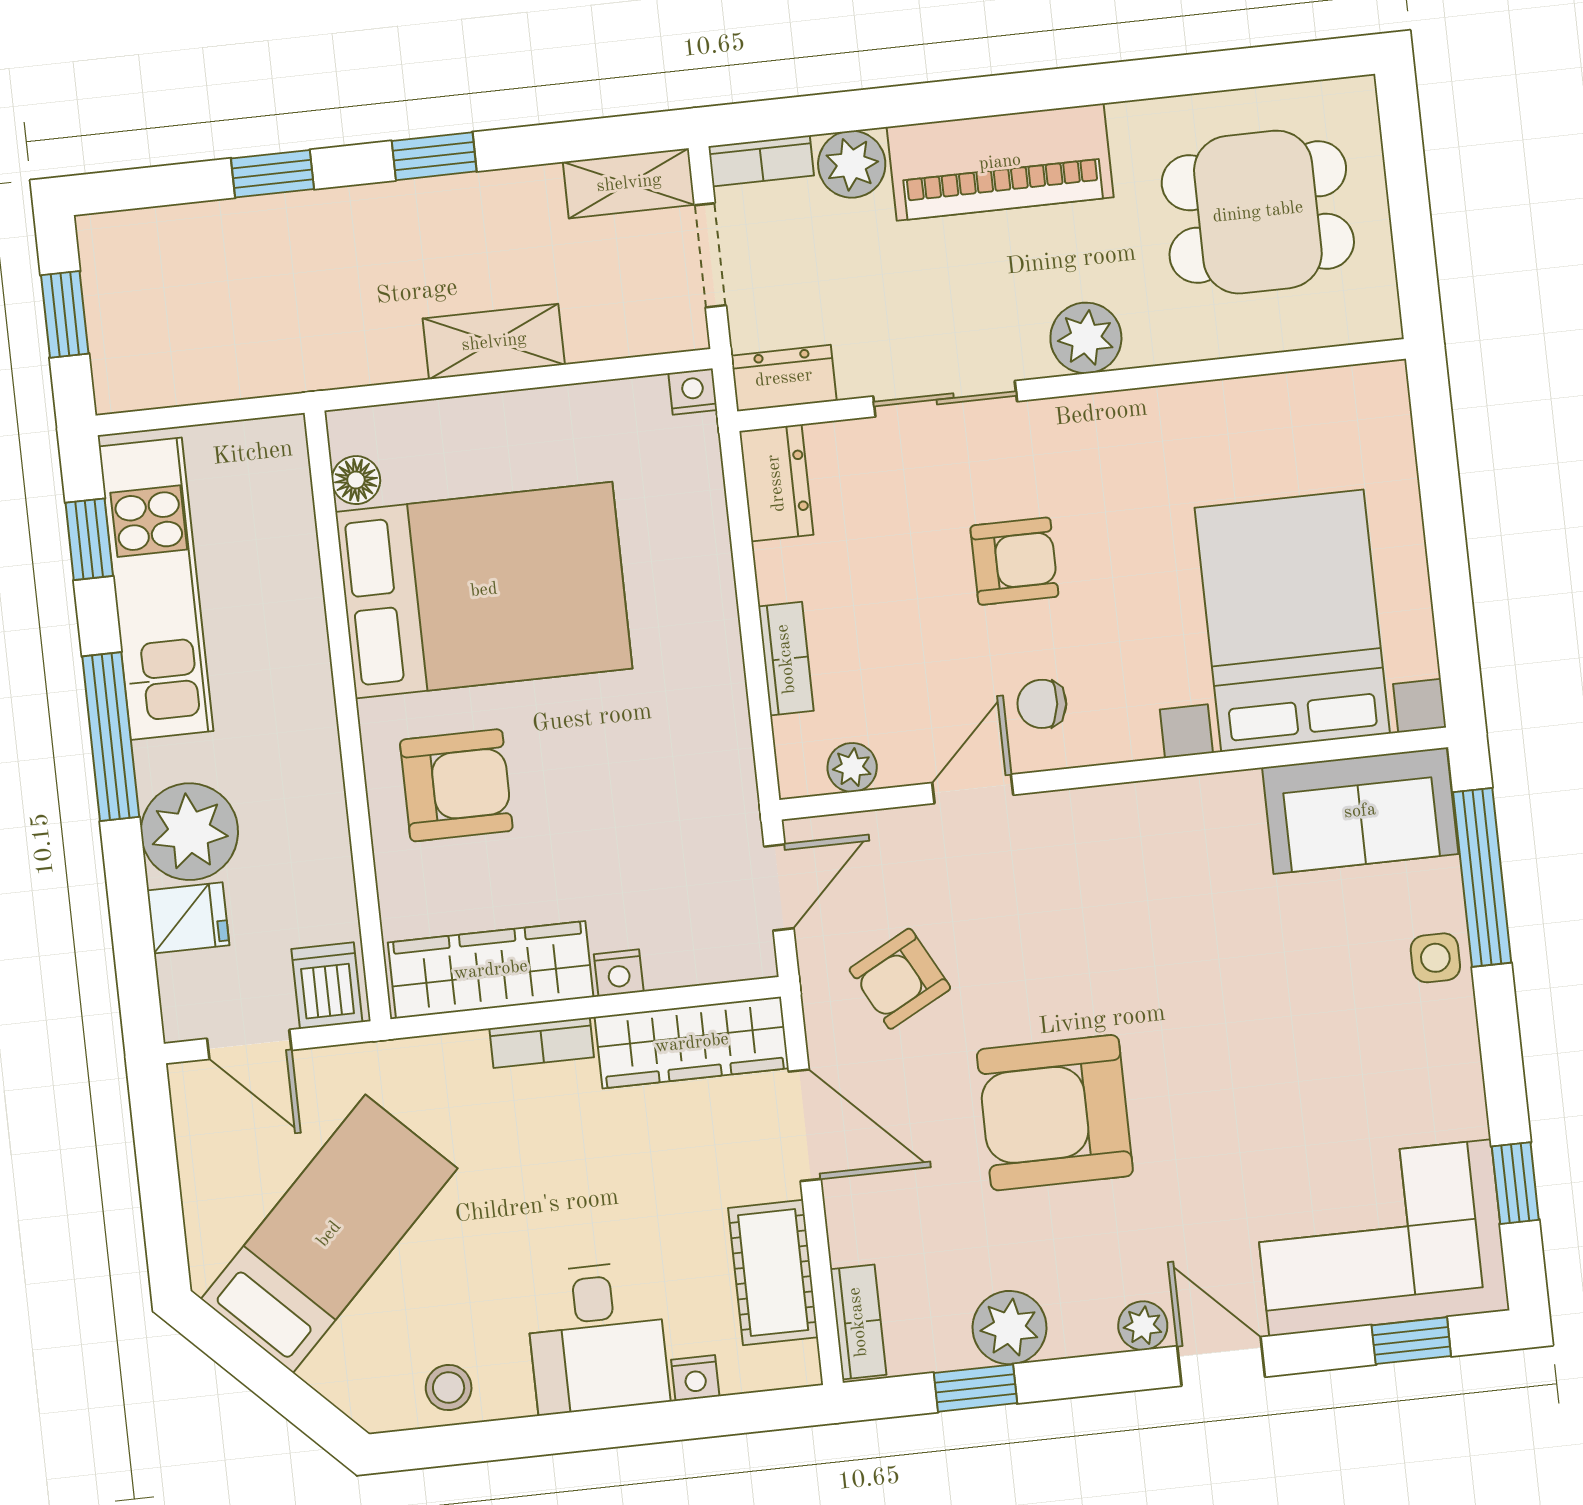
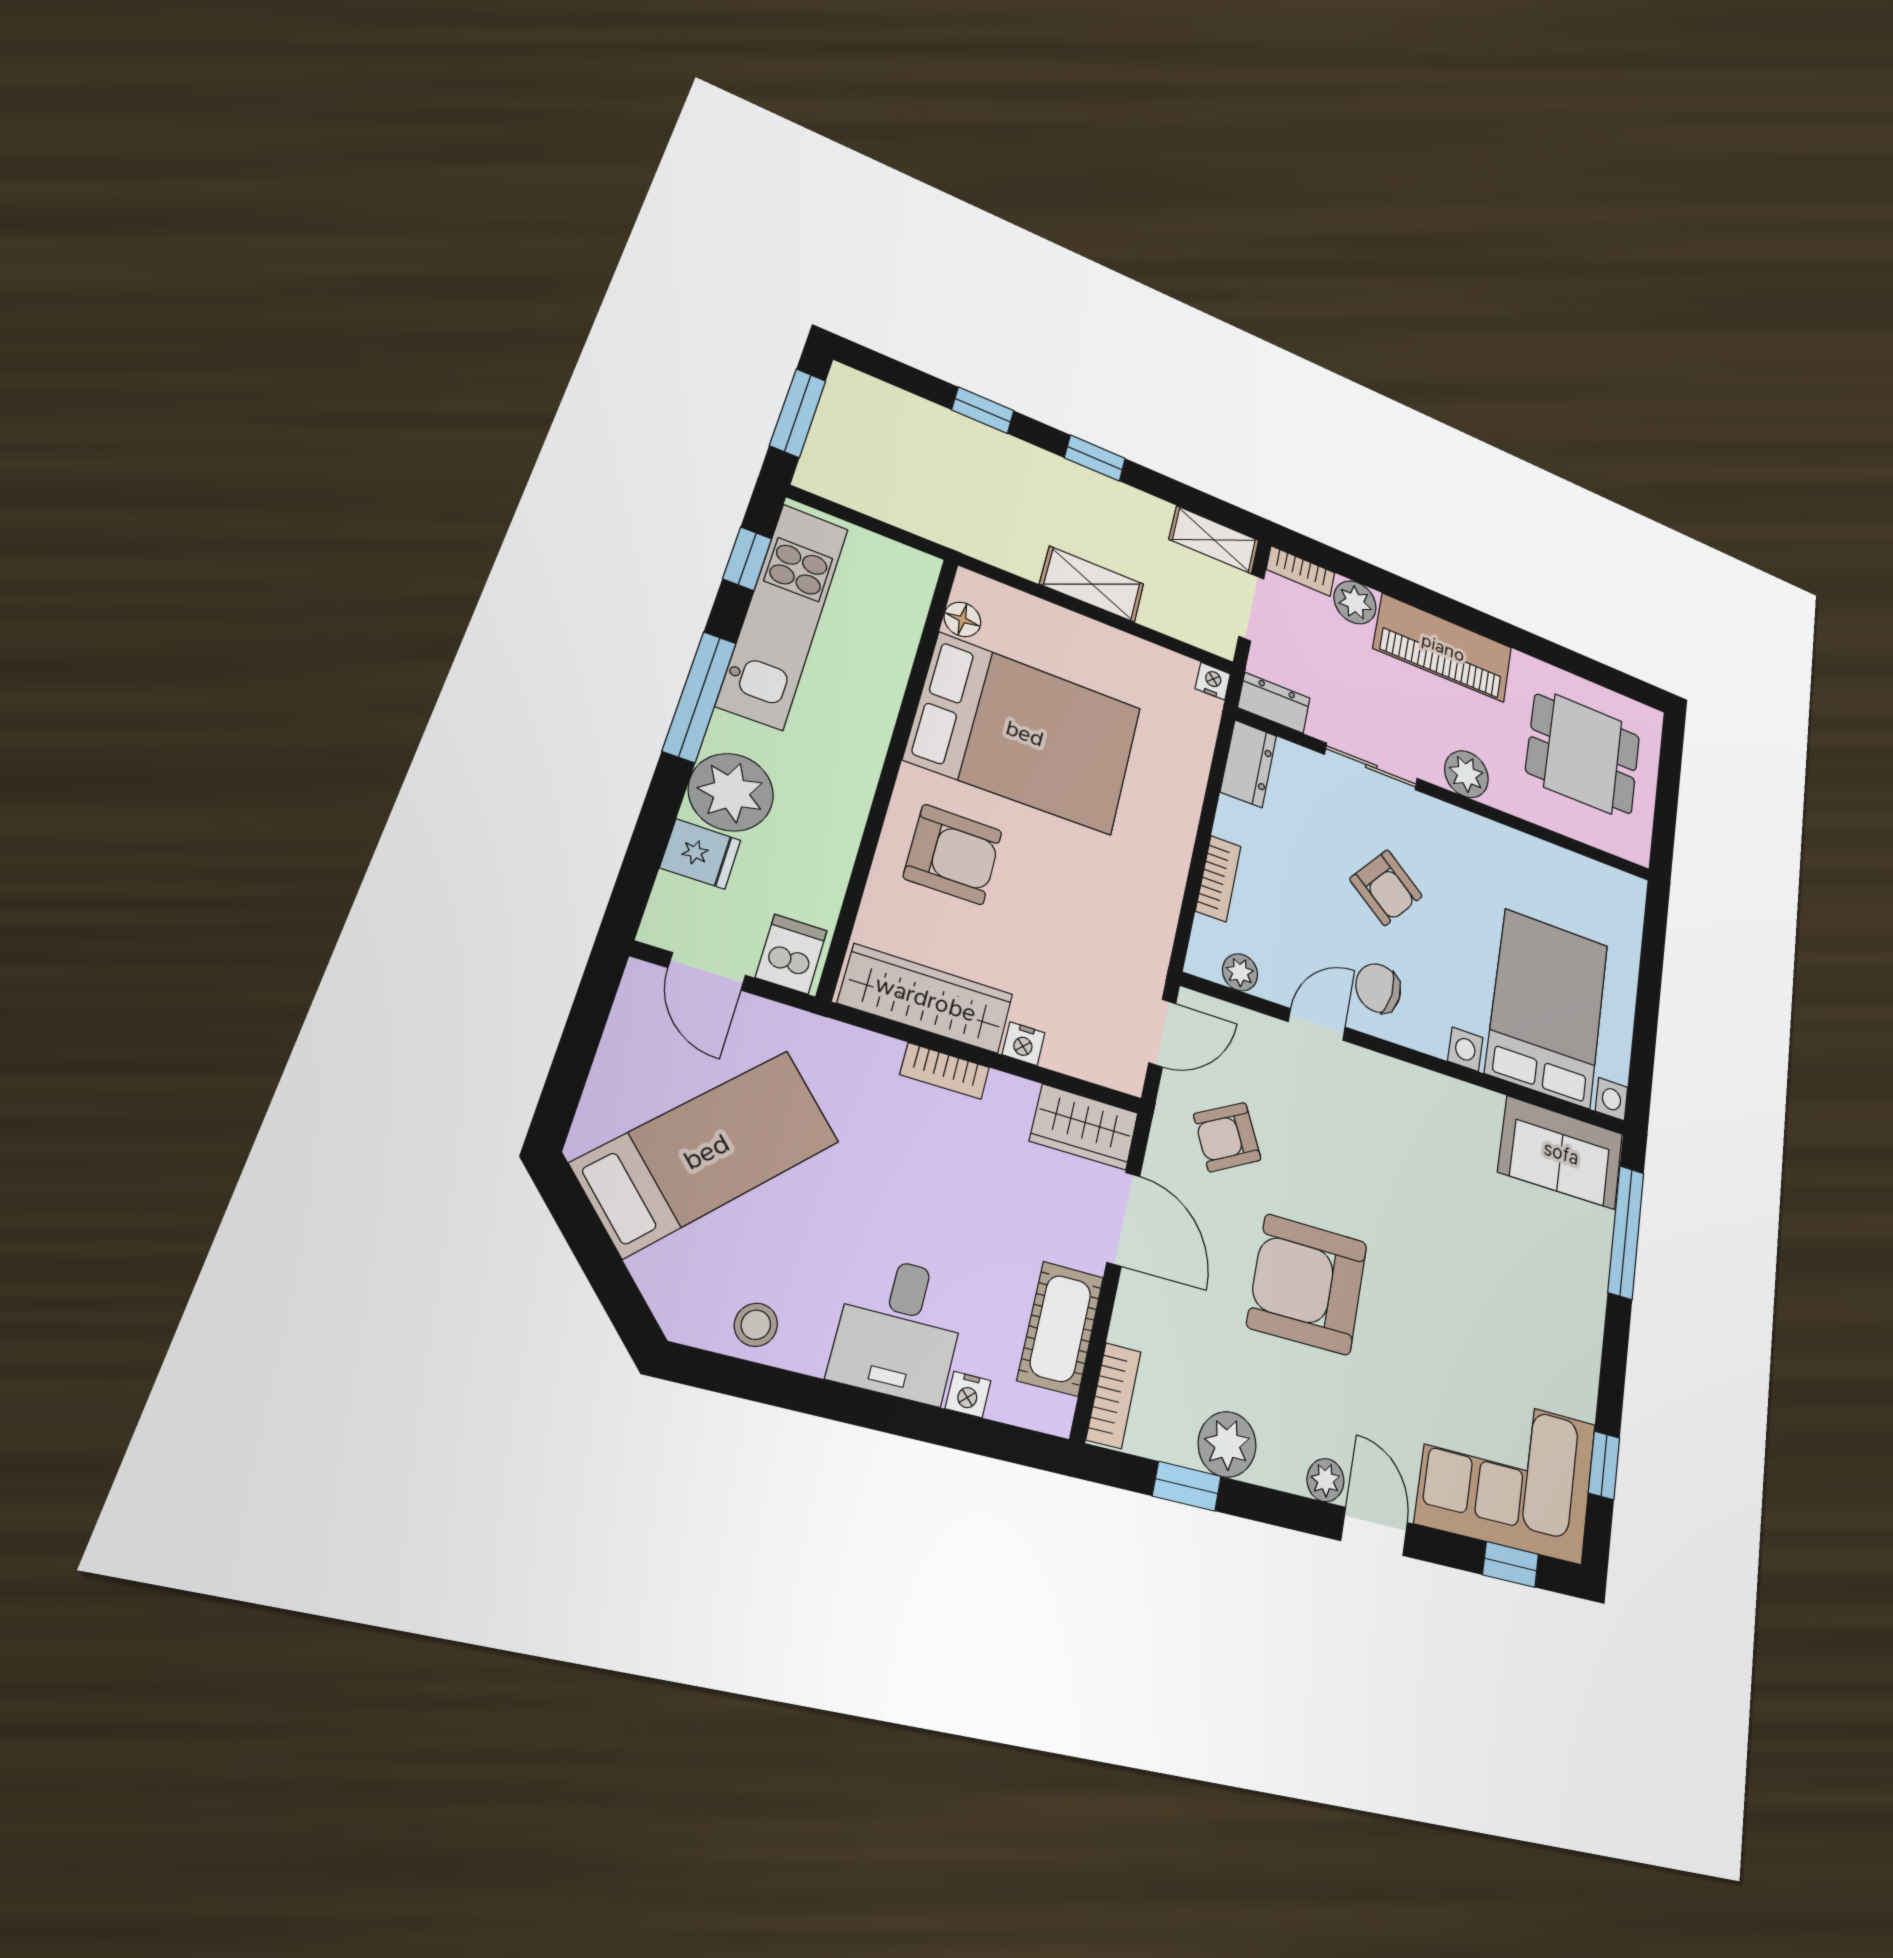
window: (65, 314) -> (798, 413), width x1.50
armchair: (1014, 561) -> (1386, 888), turned 38
chair: (1042, 704) -> (1378, 988), width x1.37, depth x1.37
side table: (1435, 958) -> (1586, 1276), removed
wardrobe: (692, 1043) -> (1084, 1127), width x0.67

